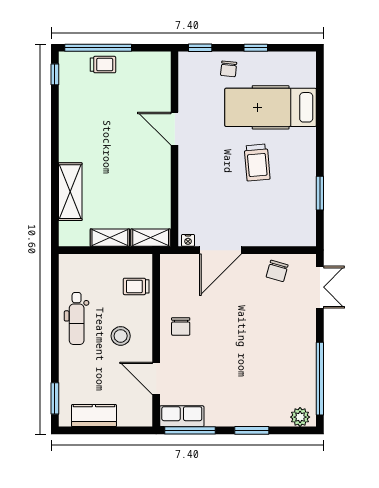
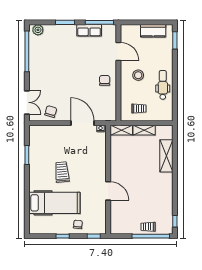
door: (220, 250) -> (82, 123), hinge flipped
trolley: (136, 286) -> (139, 109), moved
double door: (320, 287) -> (27, 102), swing flipped
row of seats: (182, 416) -> (89, 30), moved

